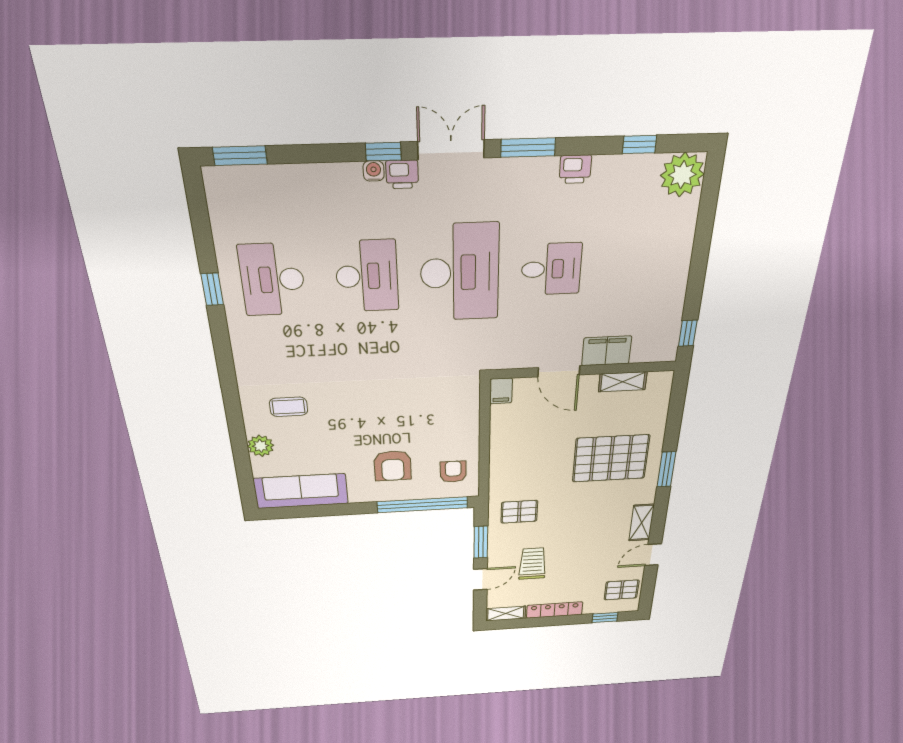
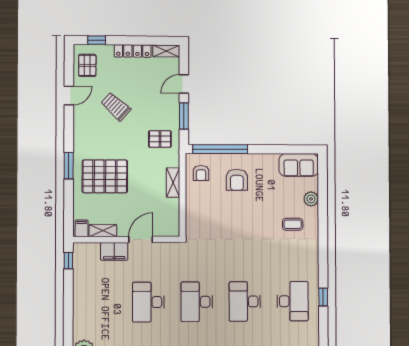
desk: (551, 269) -> (148, 302), width x1.37
desk: (460, 273) -> (197, 302), width x0.73, depth x0.77
door: (559, 371) -> (141, 240), hinge flipped
filing cabinet: (501, 391) -> (82, 228), moved
armchair: (393, 466) -> (237, 180), turned 180
sofa: (301, 491) -> (299, 165), width x0.73
shelving: (642, 523) -> (173, 183), moved
trolley: (532, 564) -> (116, 107), moved, turned 132
pallet: (622, 590) -> (87, 65), turned 90

